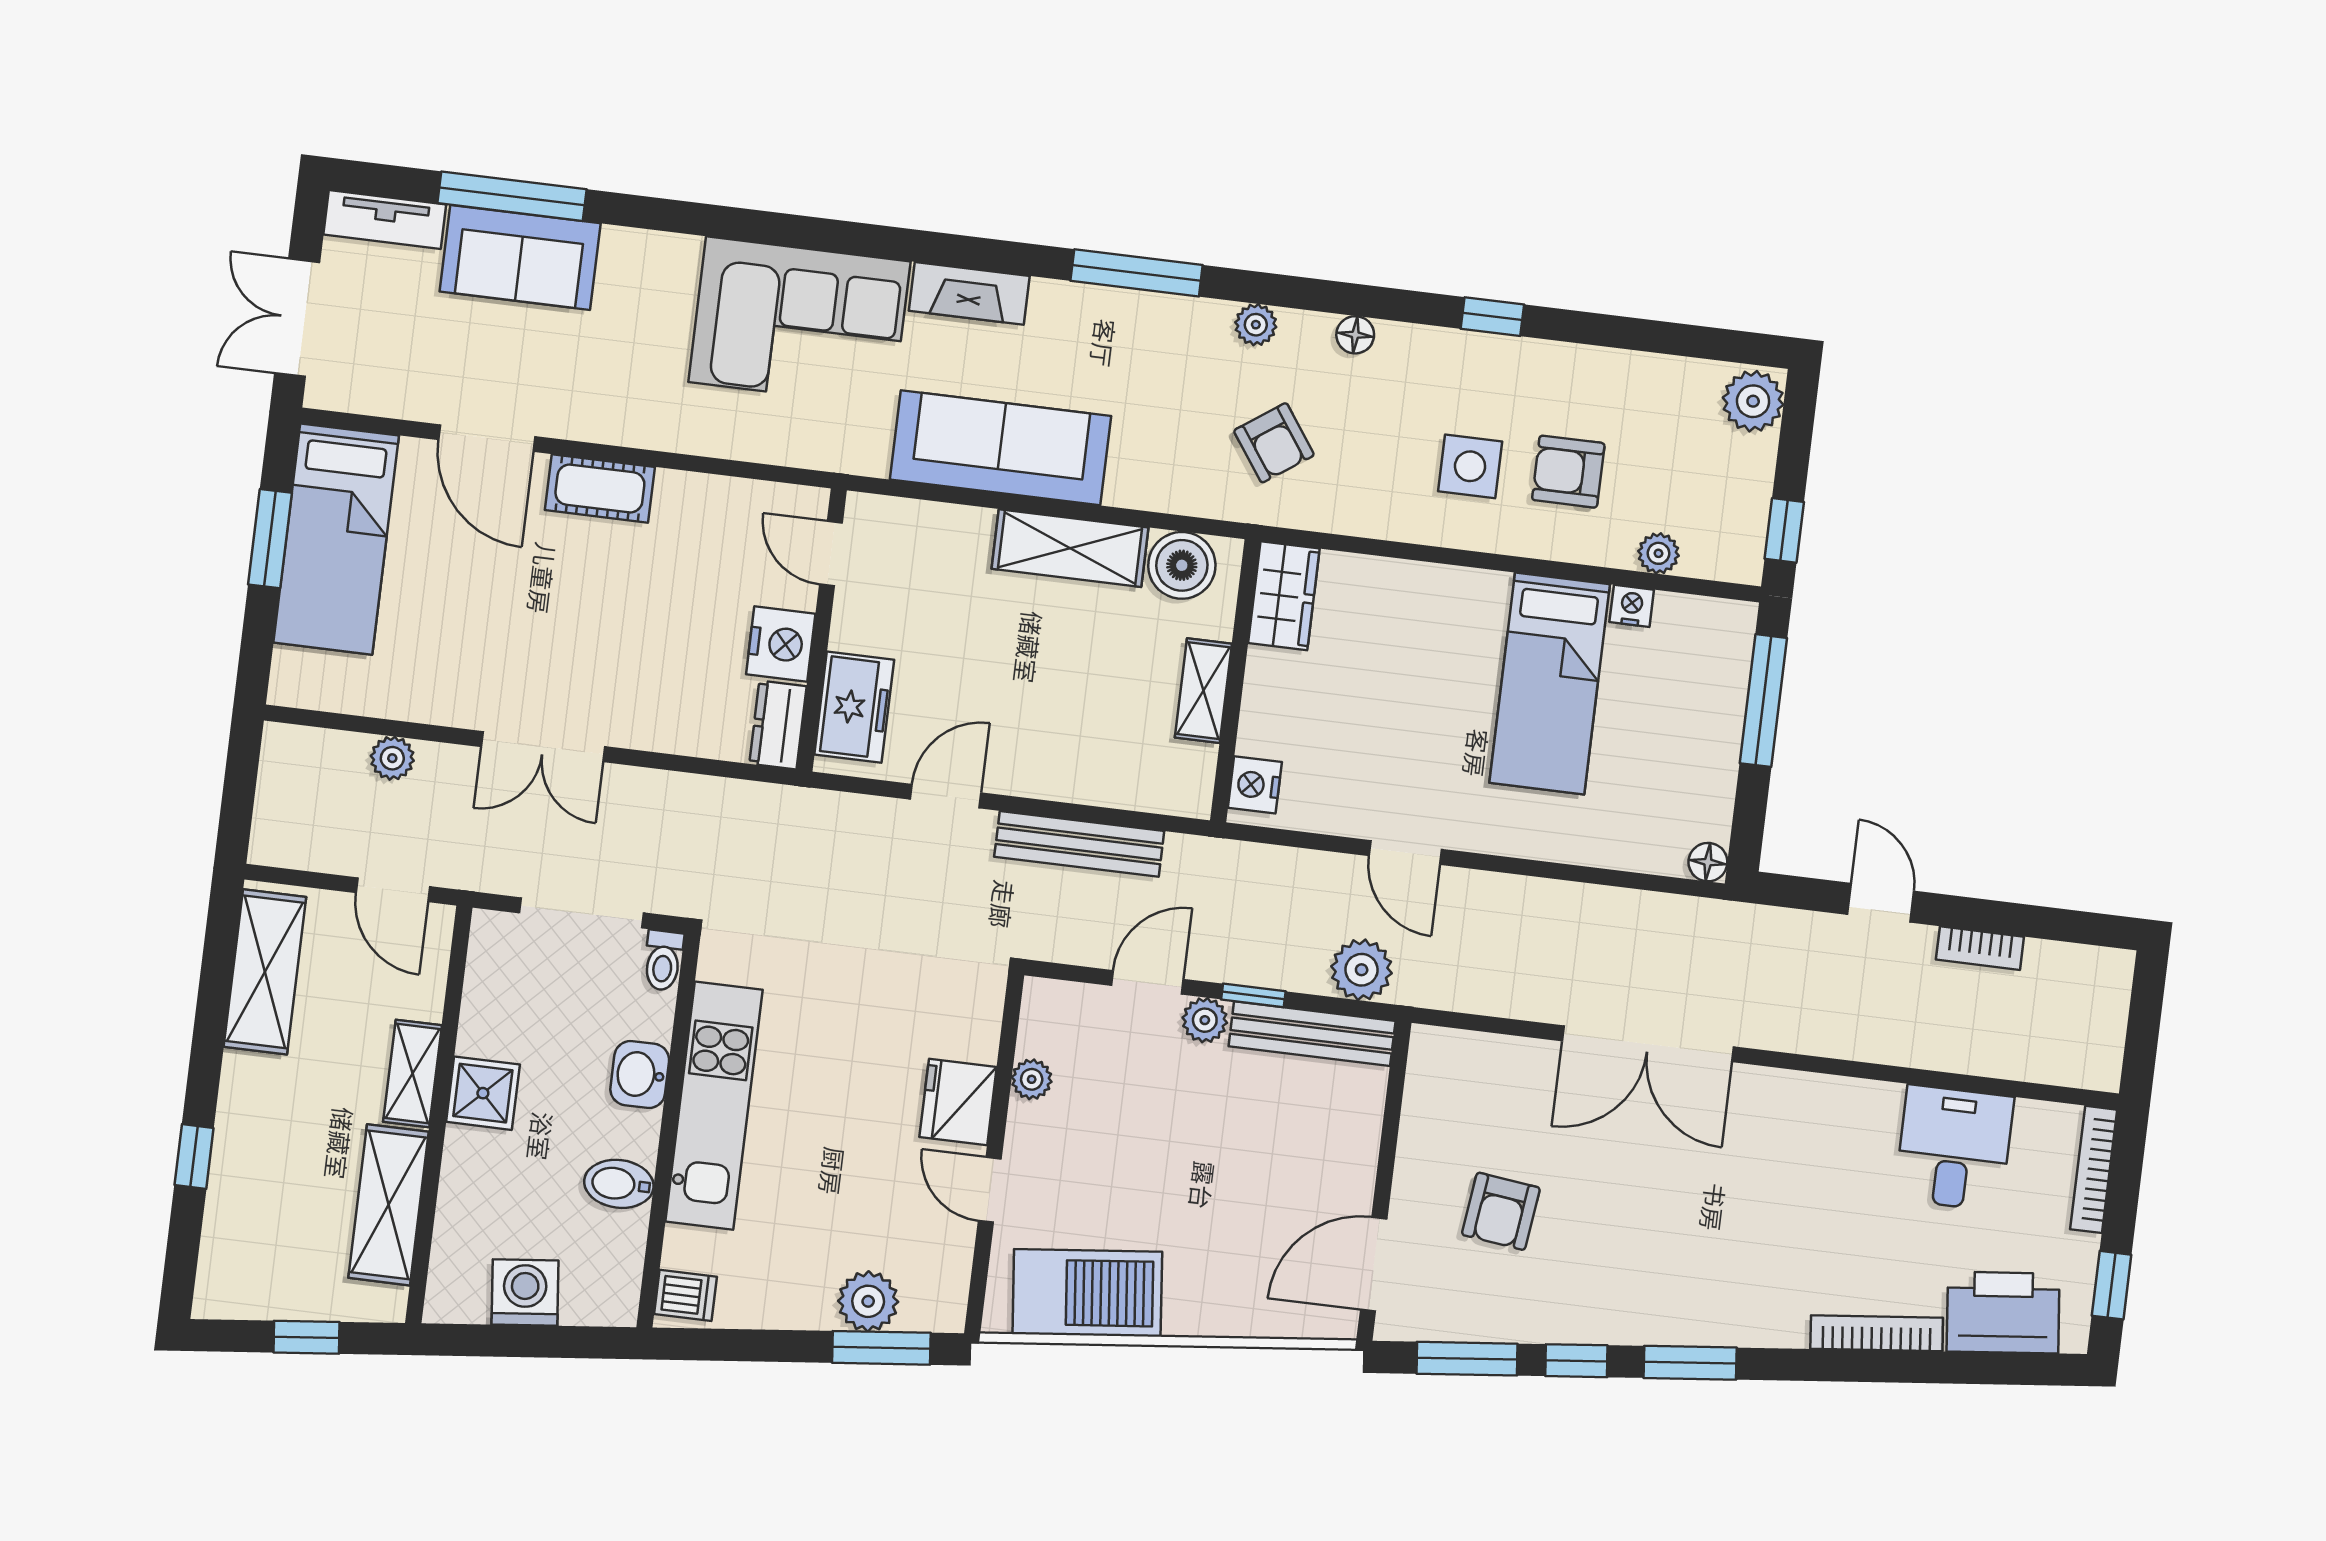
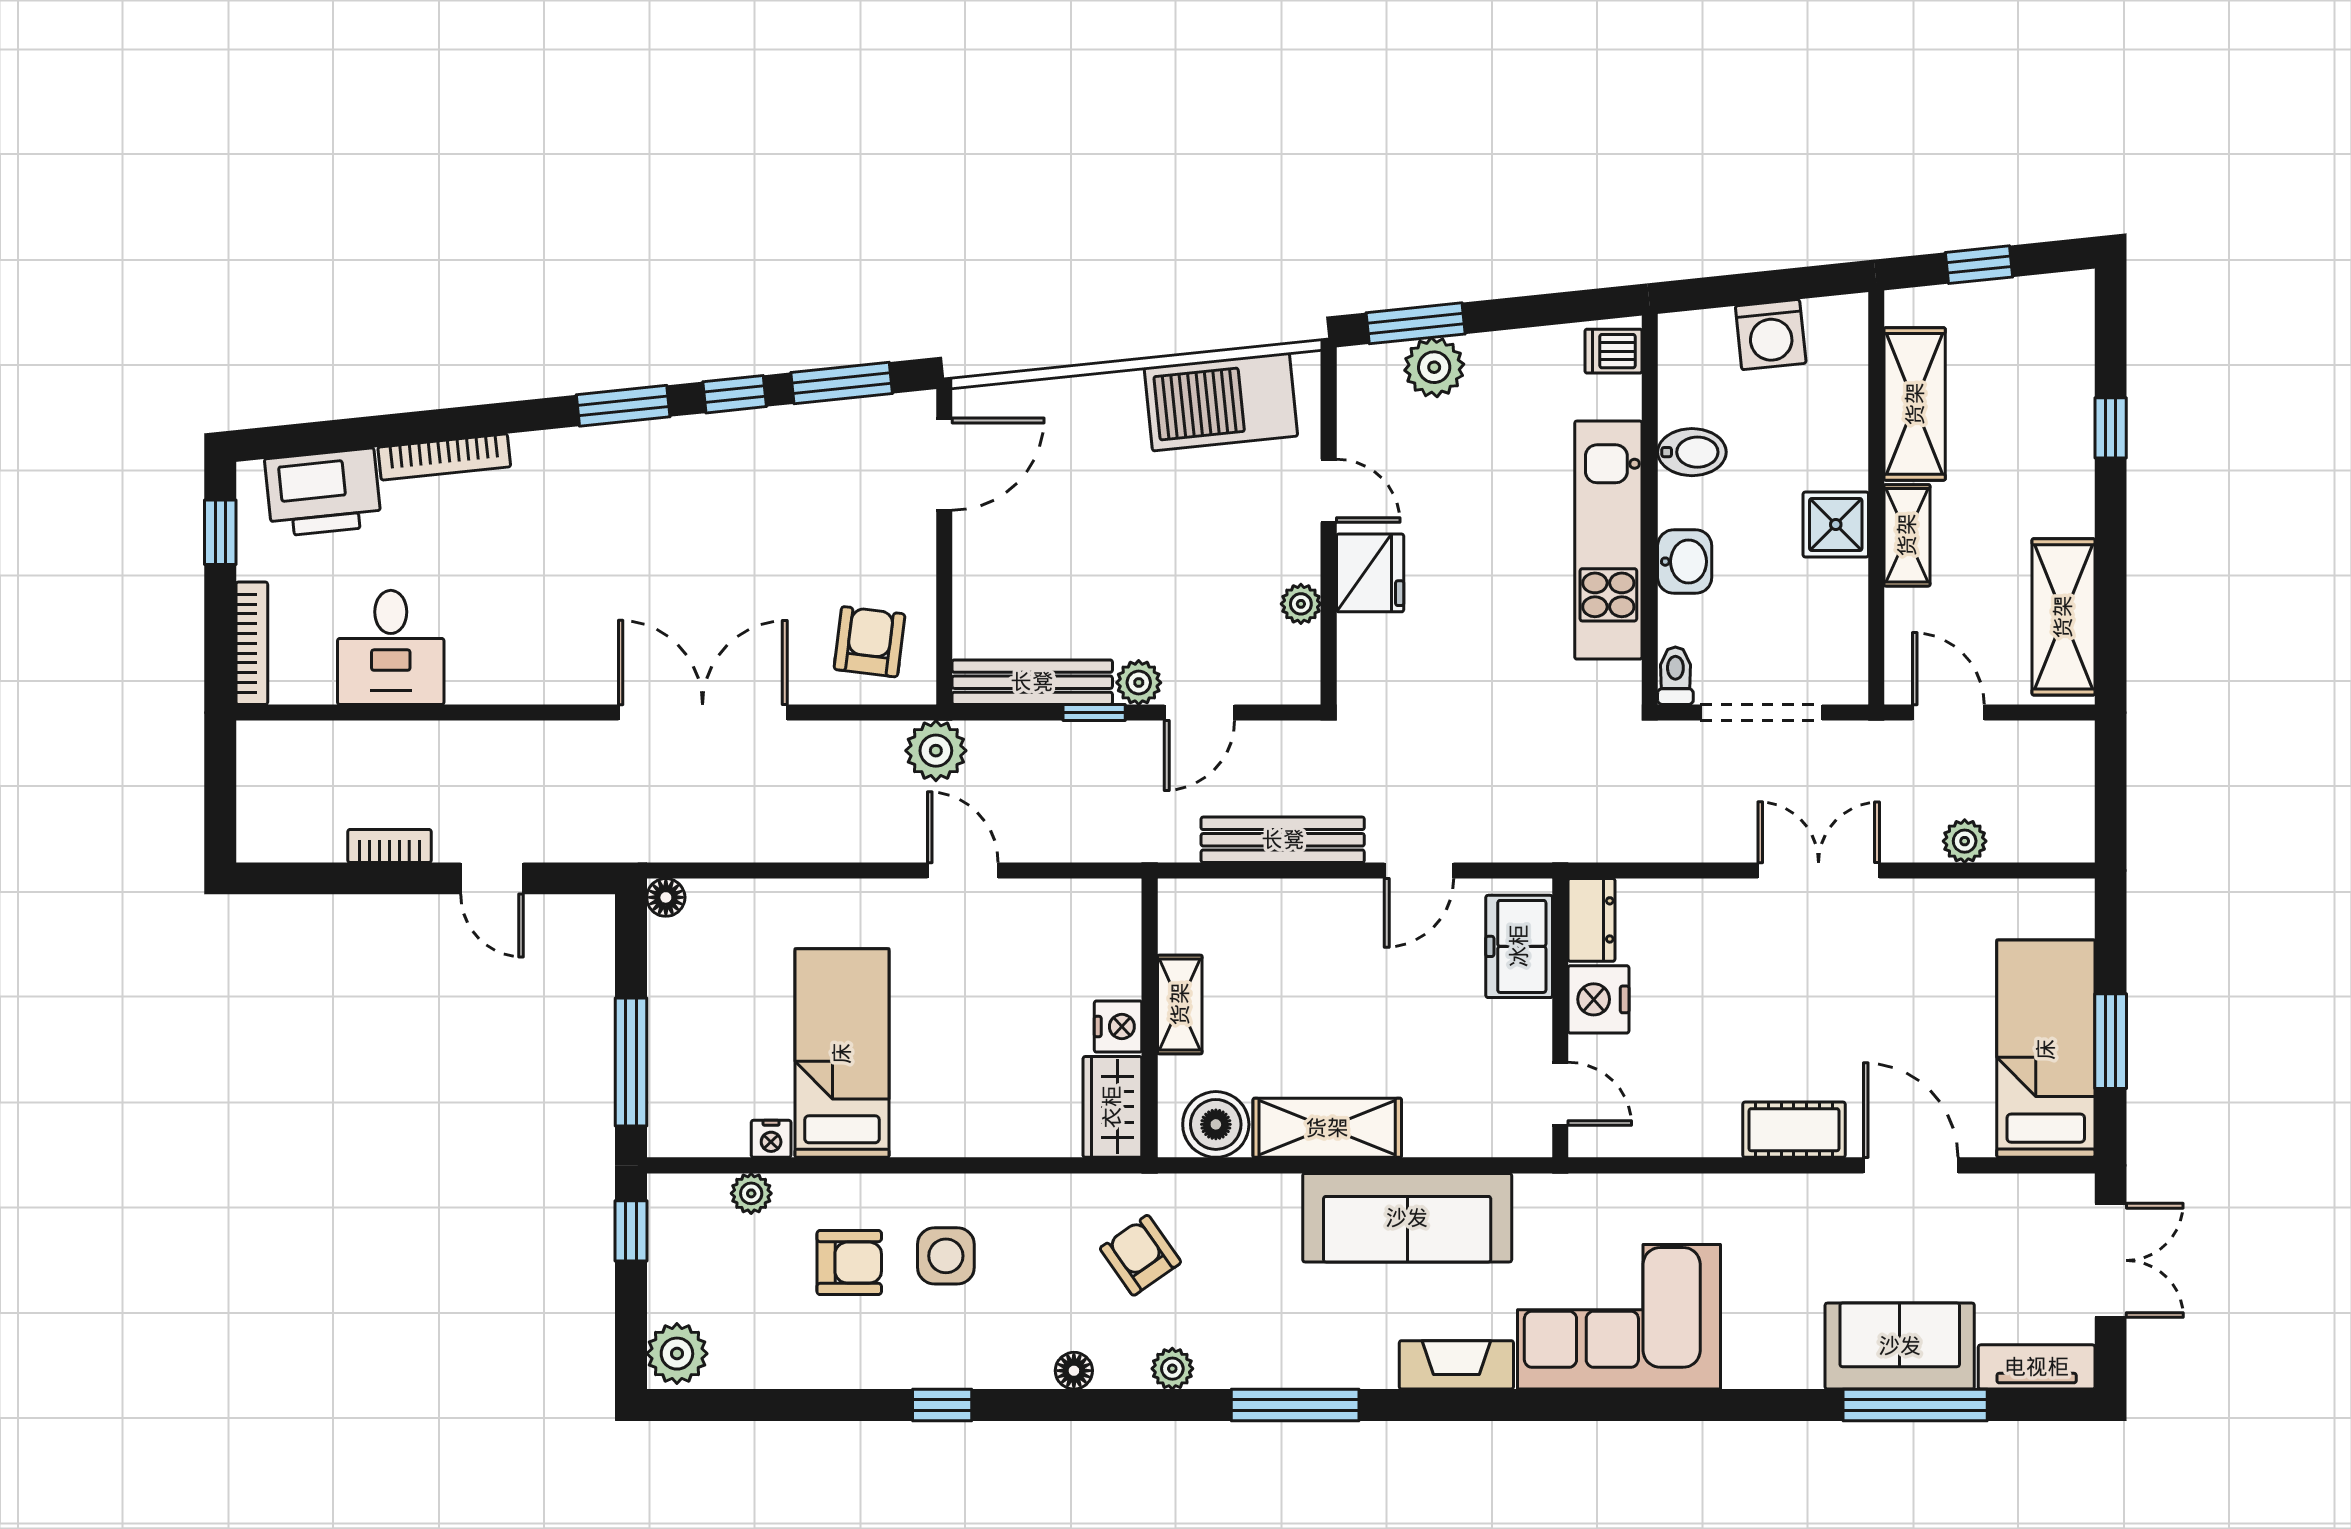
nightstand: (1255, 785) -> (1118, 1027), moved
plant: (1362, 970) -> (936, 751), moved
armchair: (1501, 1211) -> (869, 642), moved

